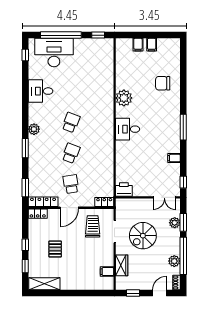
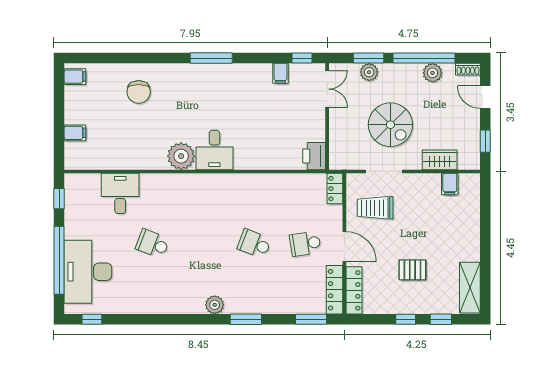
filing cabinet: (152, 45) -> (75, 77), moved
desk: (40, 91) -> (120, 193), moved, turned 180
plant: (124, 98) -> (181, 156), moved
school desk: (71, 122) -> (153, 244), moved
filing cabinet: (174, 158) -> (280, 73), moved
locker: (38, 214) -> (354, 290), width x1.53

